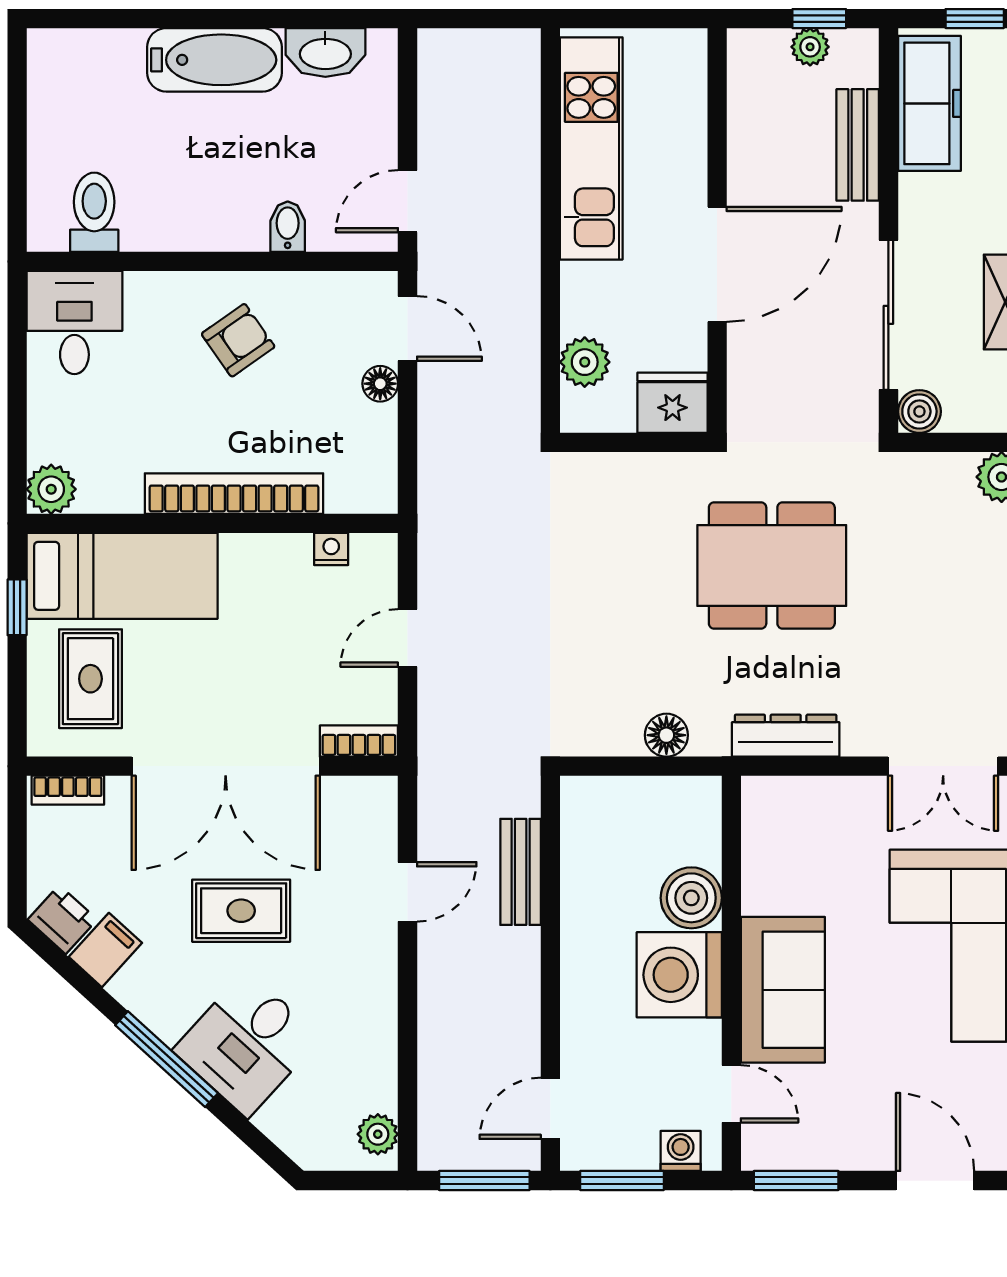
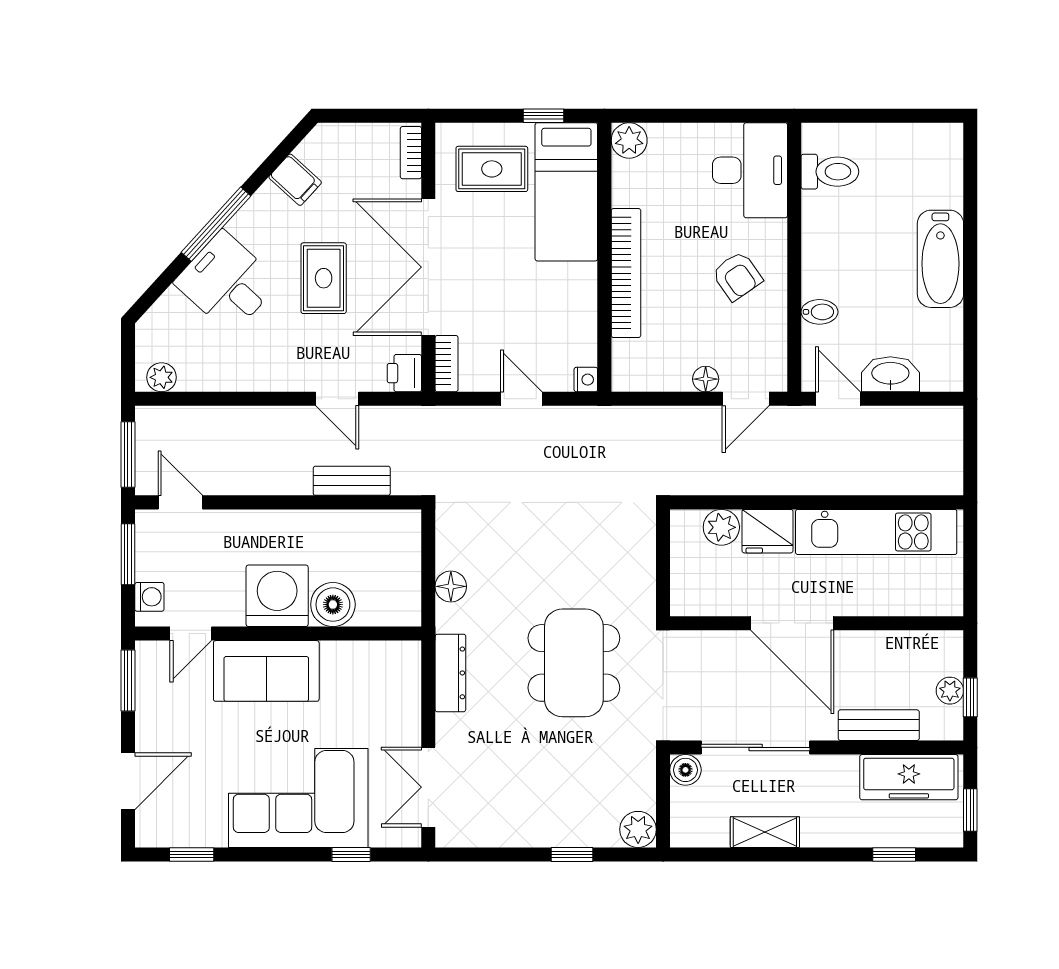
washbasin: (325, 52) -> (890, 374), moved, turned 90
desk: (74, 323) -> (750, 170), width x1.37
fridge: (673, 403) -> (767, 531), moved, turned 90
nightstand: (331, 549) -> (586, 380), moved
printer: (62, 920) -> (404, 373), moved, turned 138

